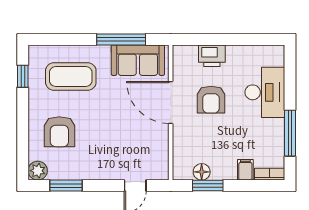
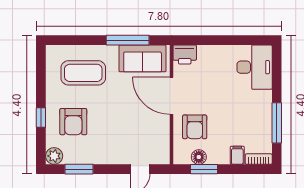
printer: (212, 56) -> (185, 55), moved
window: (23, 76) -> (41, 118), moved
desk: (265, 92) -> (255, 67), moved
armchair: (211, 100) -> (195, 127), moved

